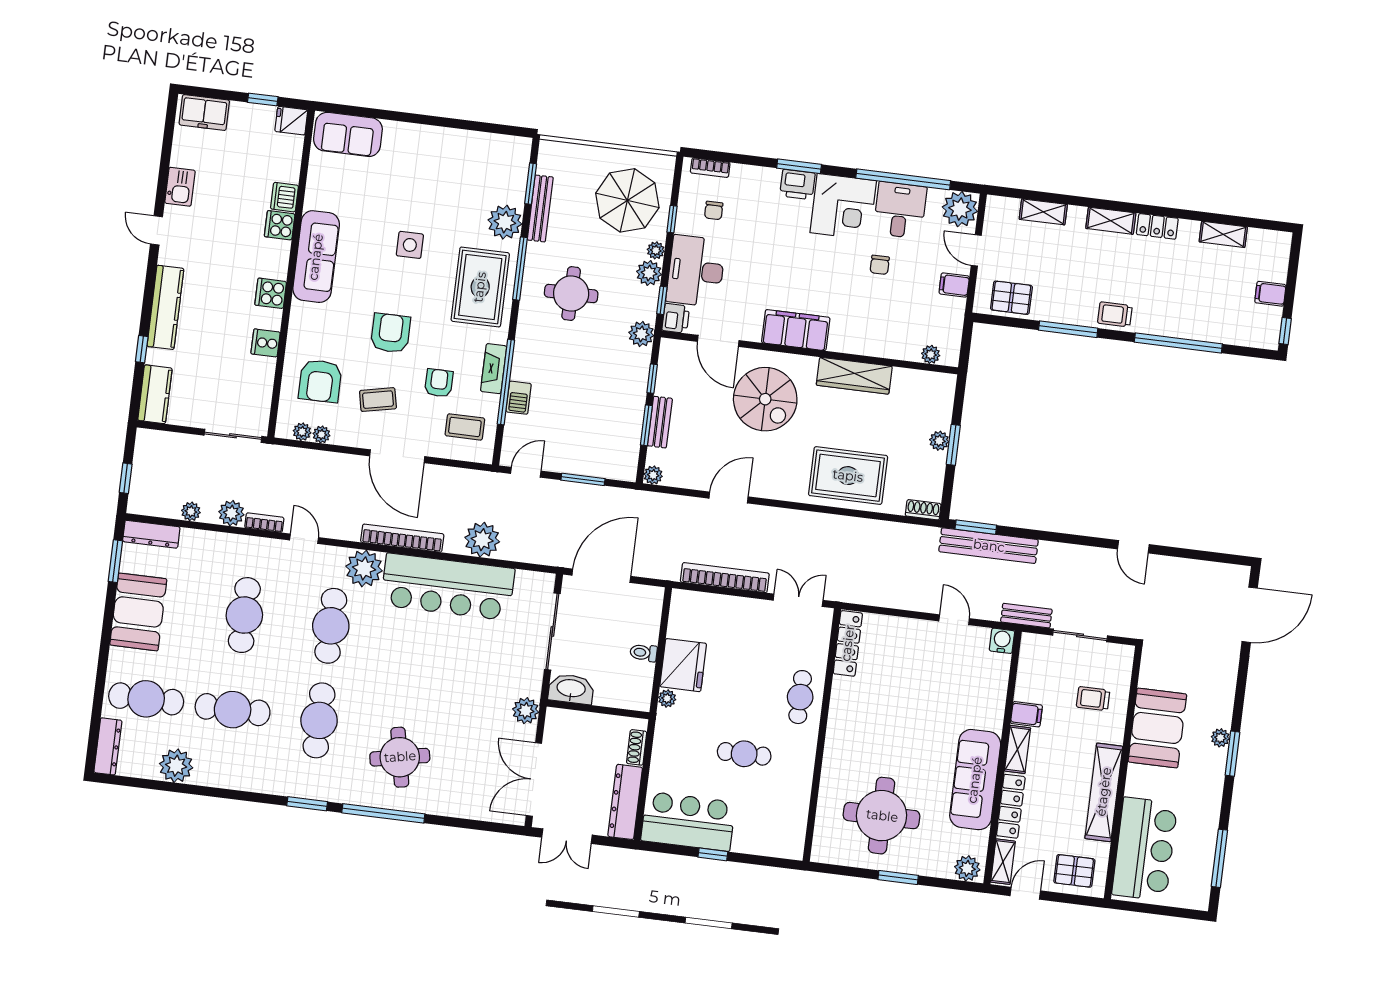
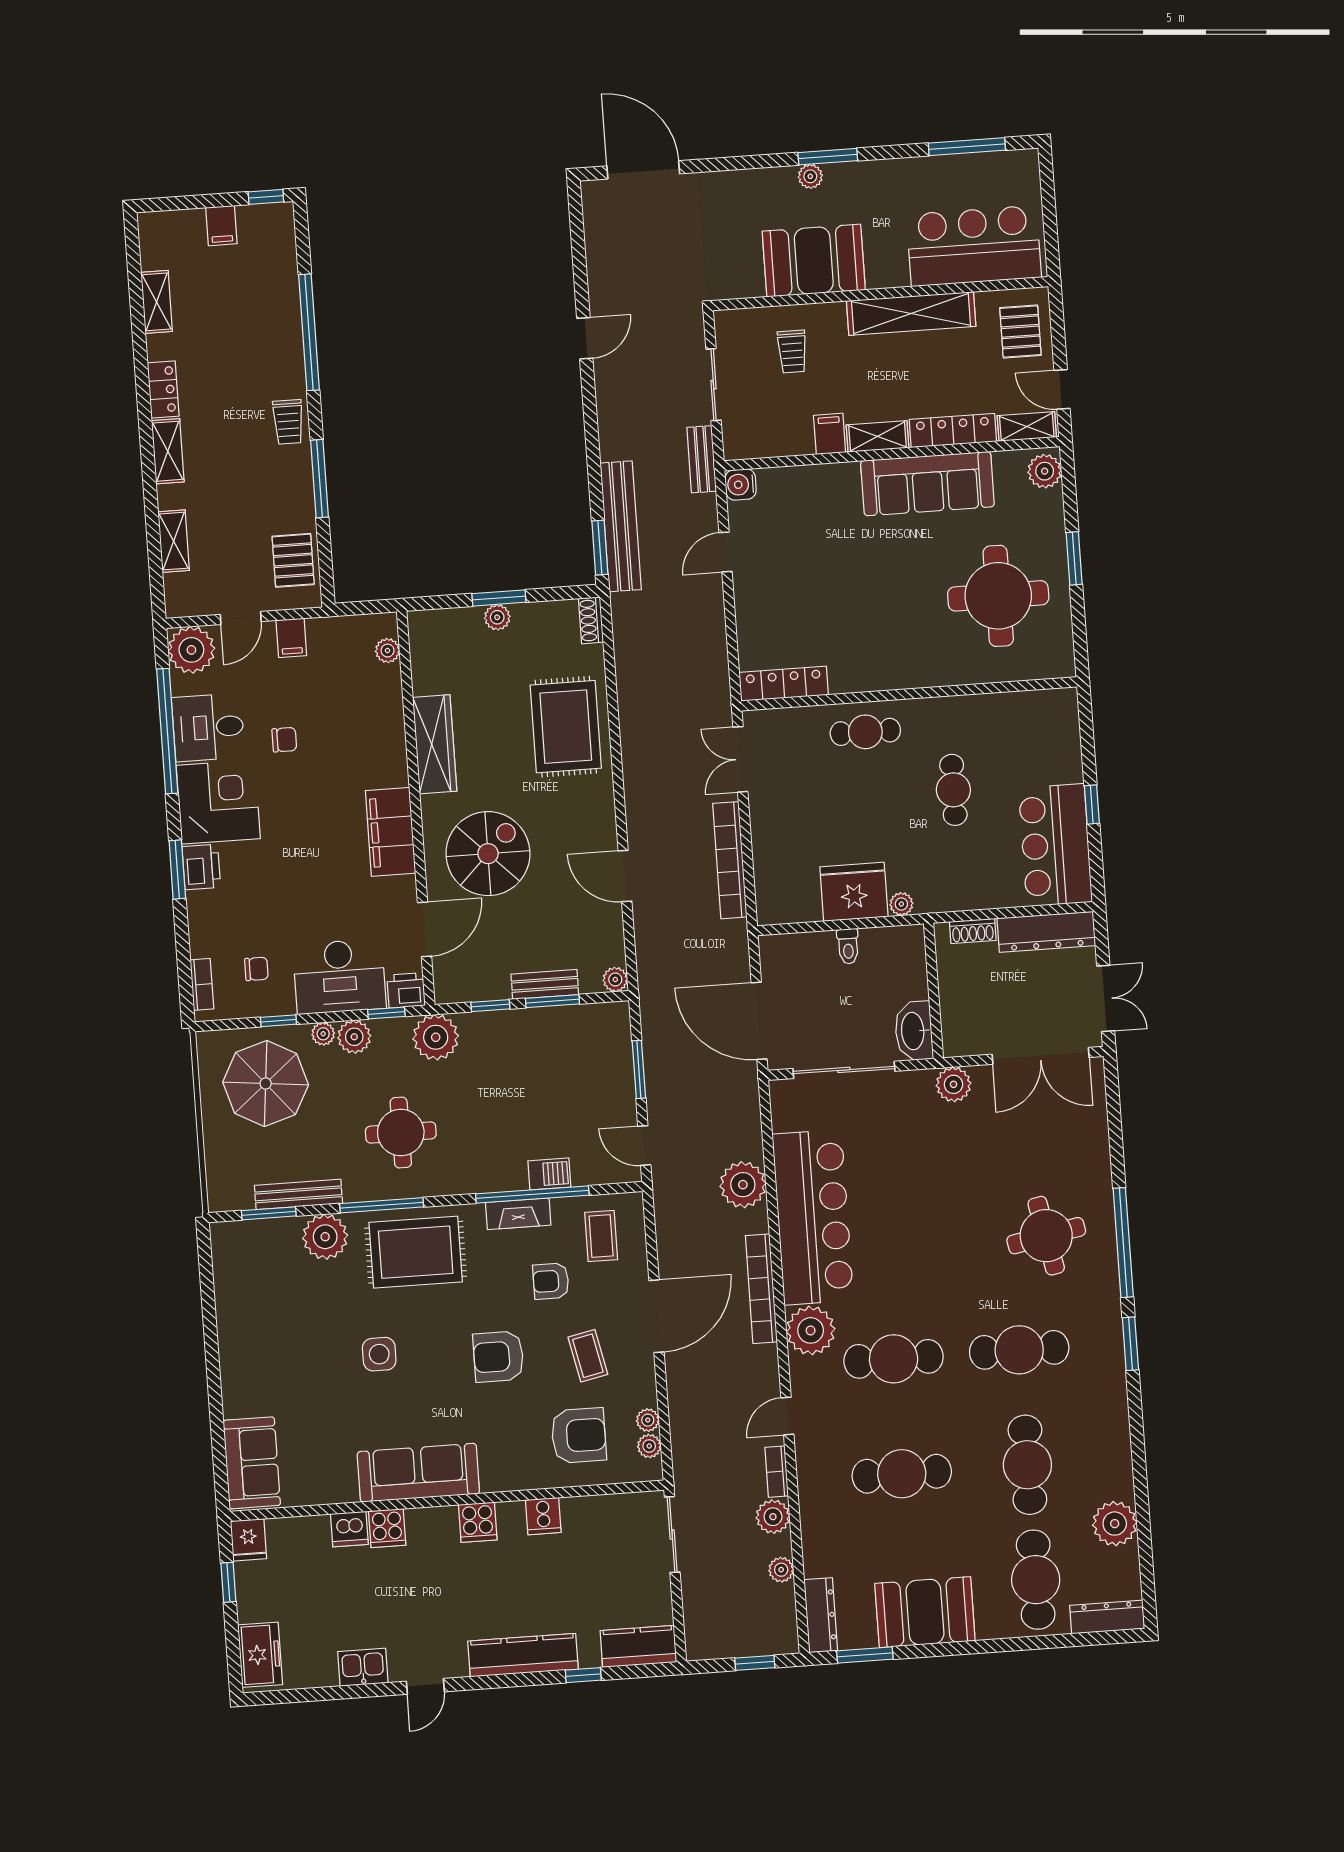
plant: (641, 334) -> (436, 1037), width x1.36, depth x1.36

